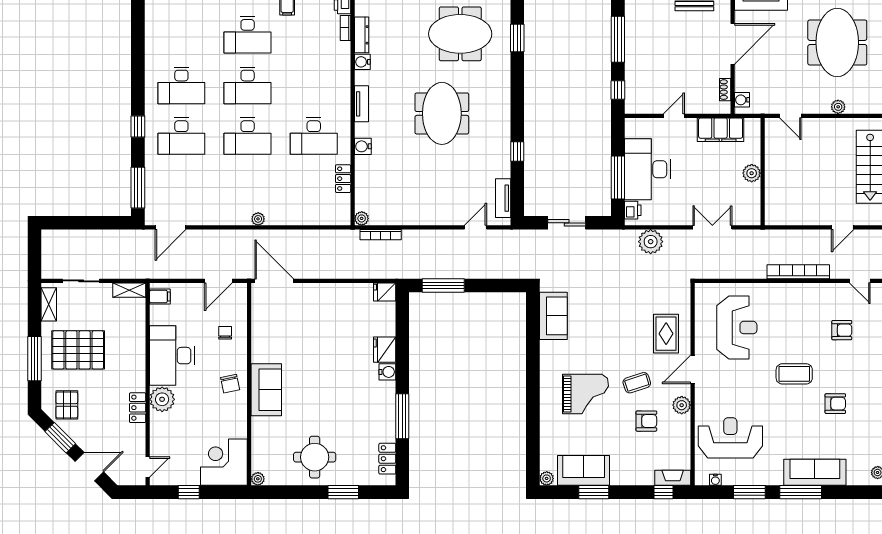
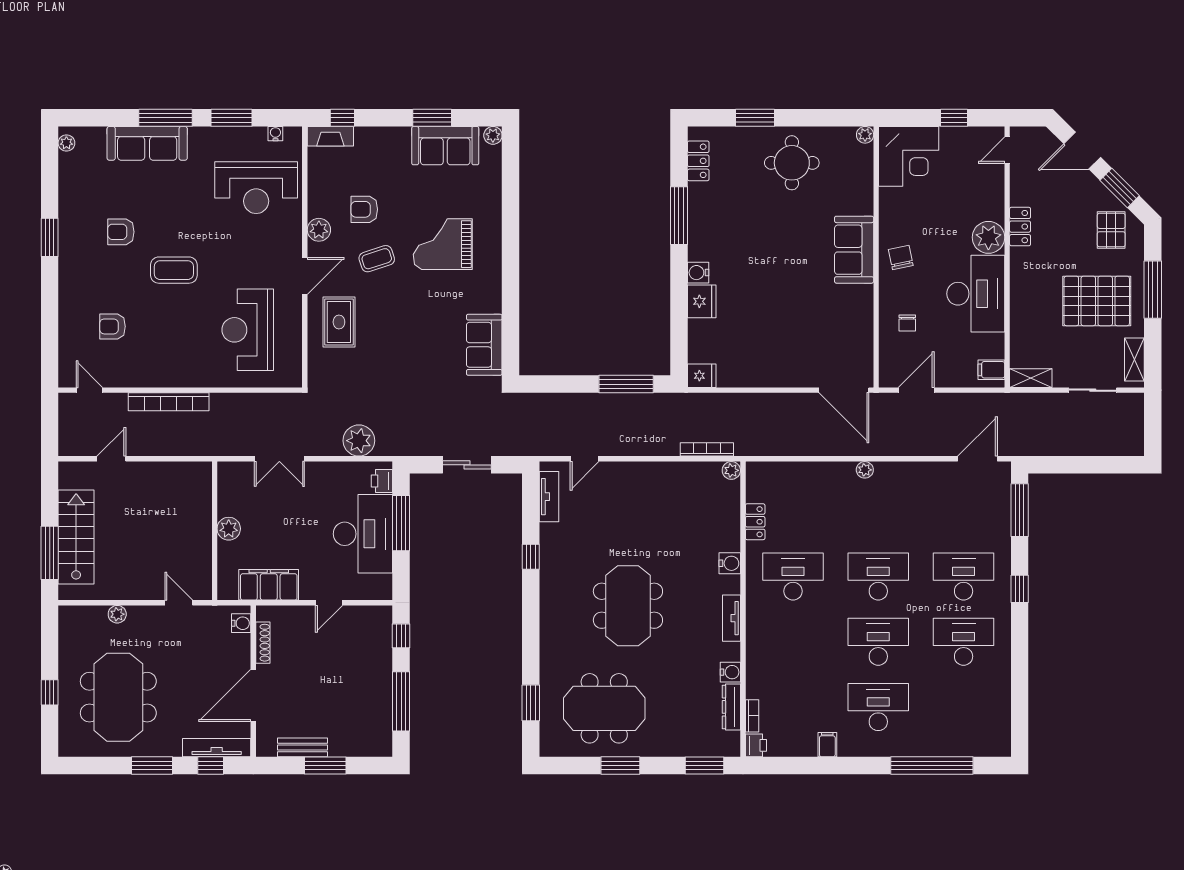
shoe rack: (725, 90) -> (263, 643), width x1.43

